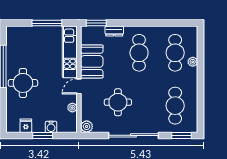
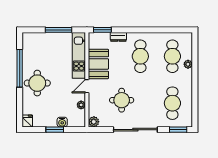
fridge: (26, 126) -> (27, 121), moved

